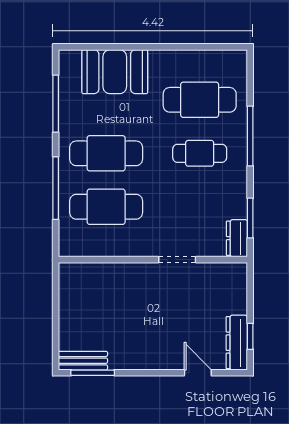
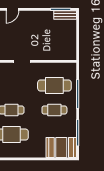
booth: (115, 72) -> (61, 147), moved
cafe table: (106, 153) -> (54, 110), width x0.73, depth x0.74
door: (198, 373) -> (12, 9), hinge flipped

